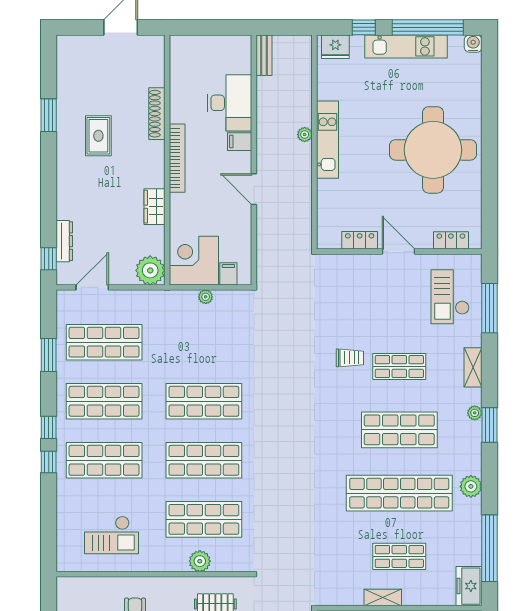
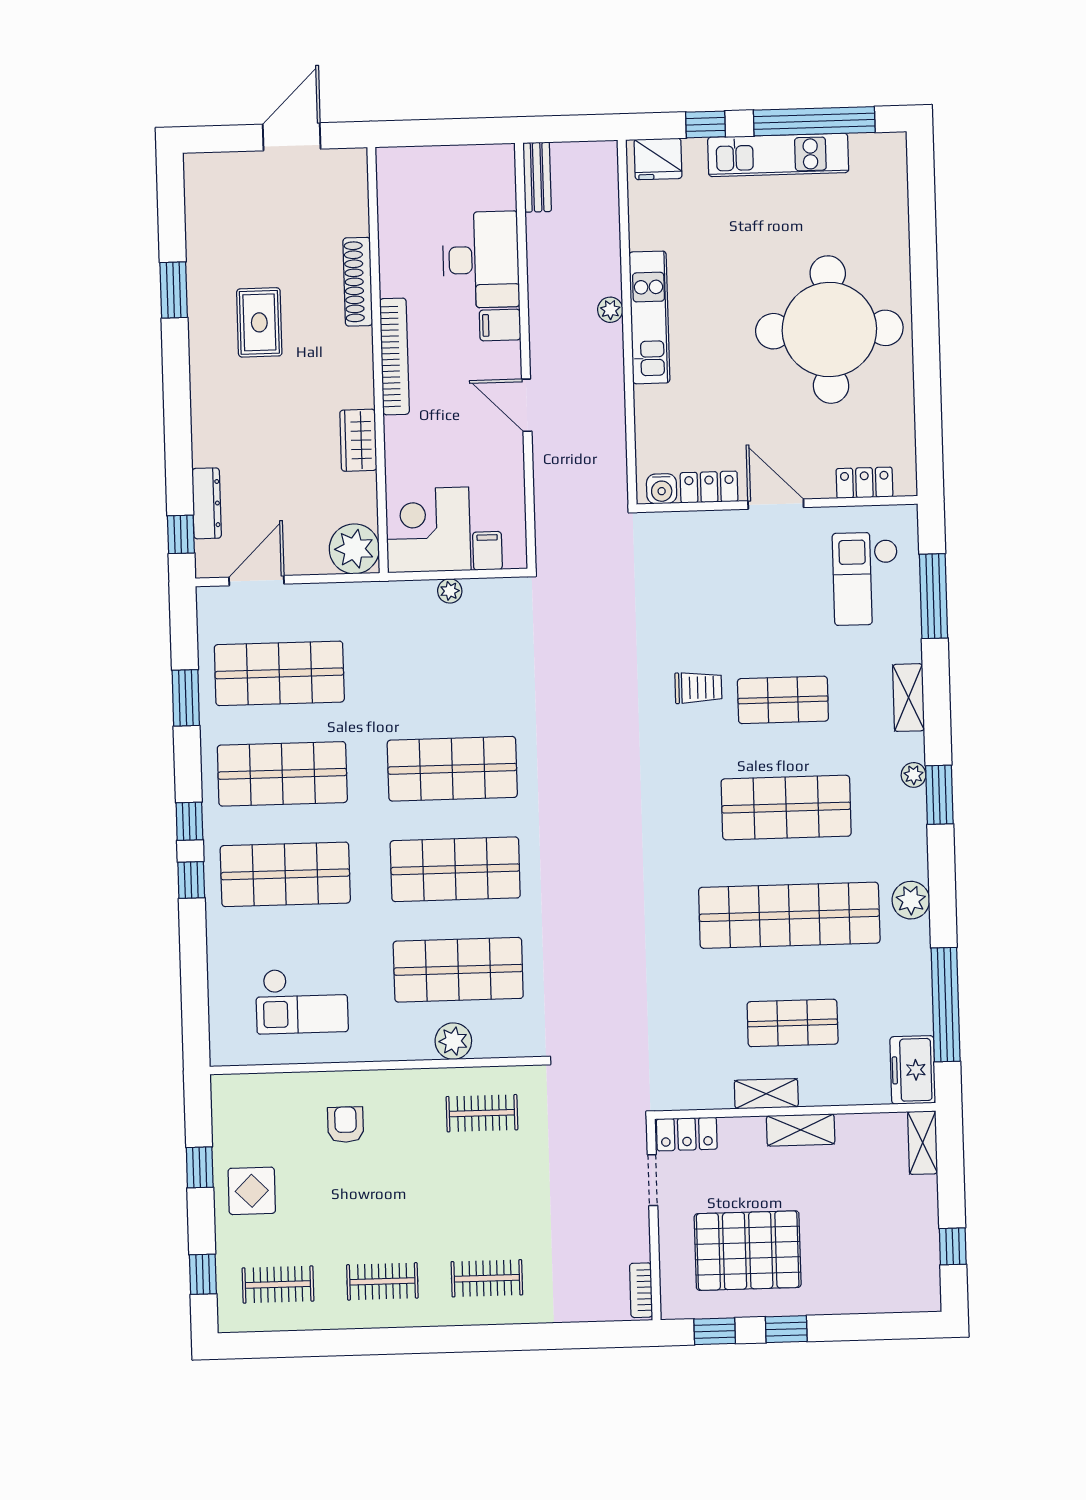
water cooler: (473, 44) -> (662, 489), moved, turned 180

